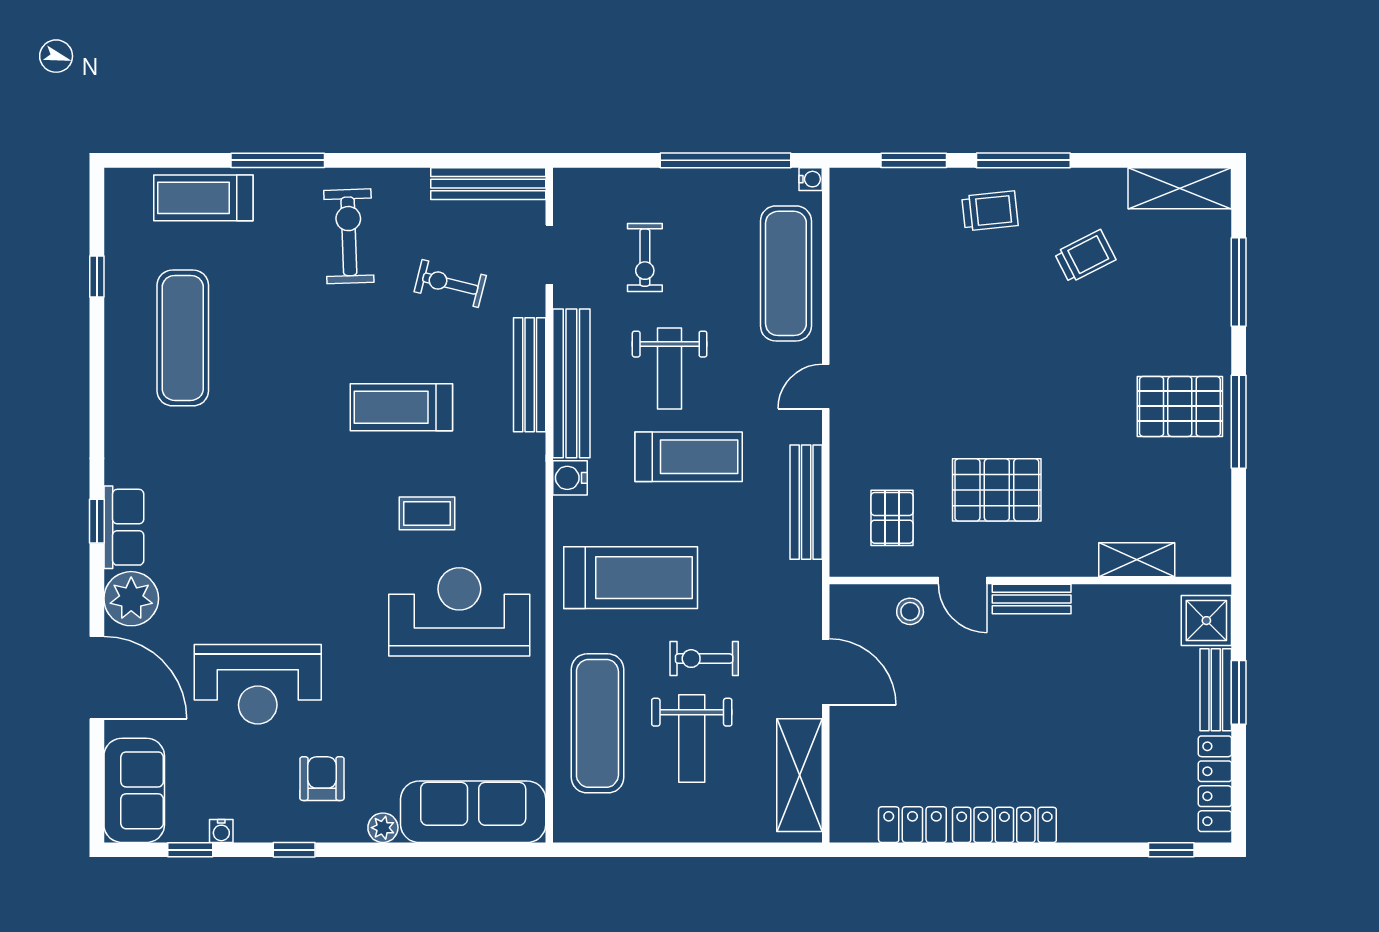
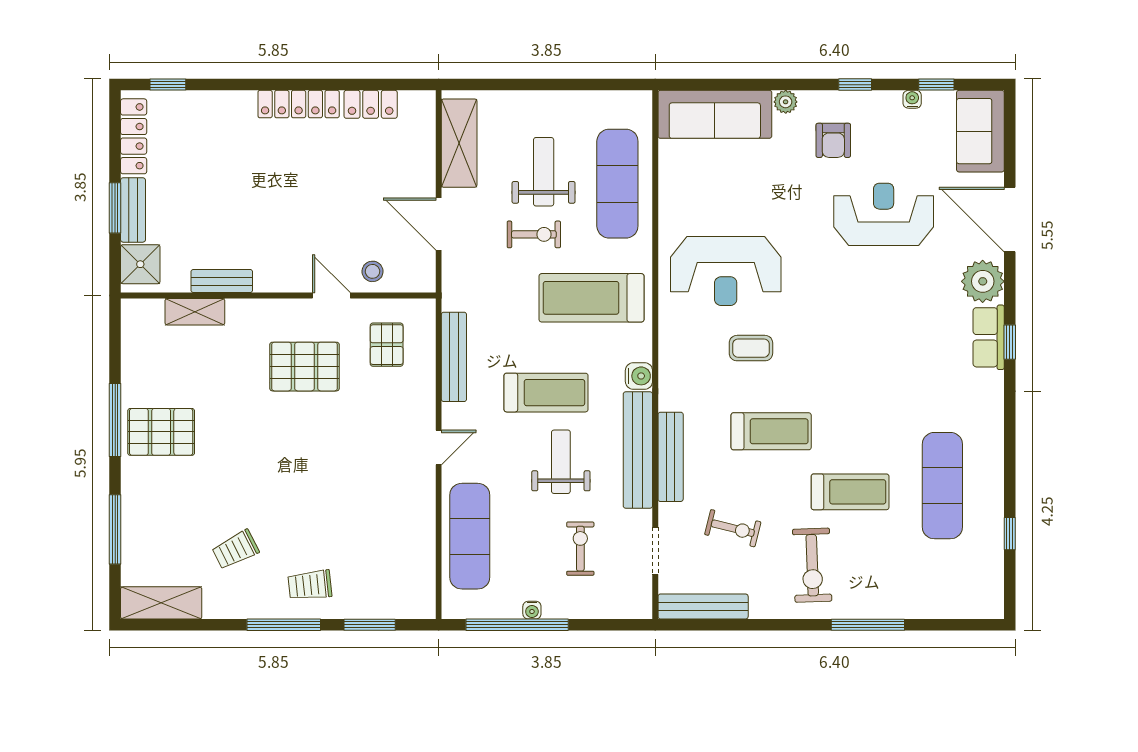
water cooler: (811, 179) -> (532, 610), moved, turned -90
treadmill: (203, 198) -> (850, 492), moved
treadmill: (689, 457) -> (546, 393), turned 180
bench: (1032, 599) -> (222, 281), moved

